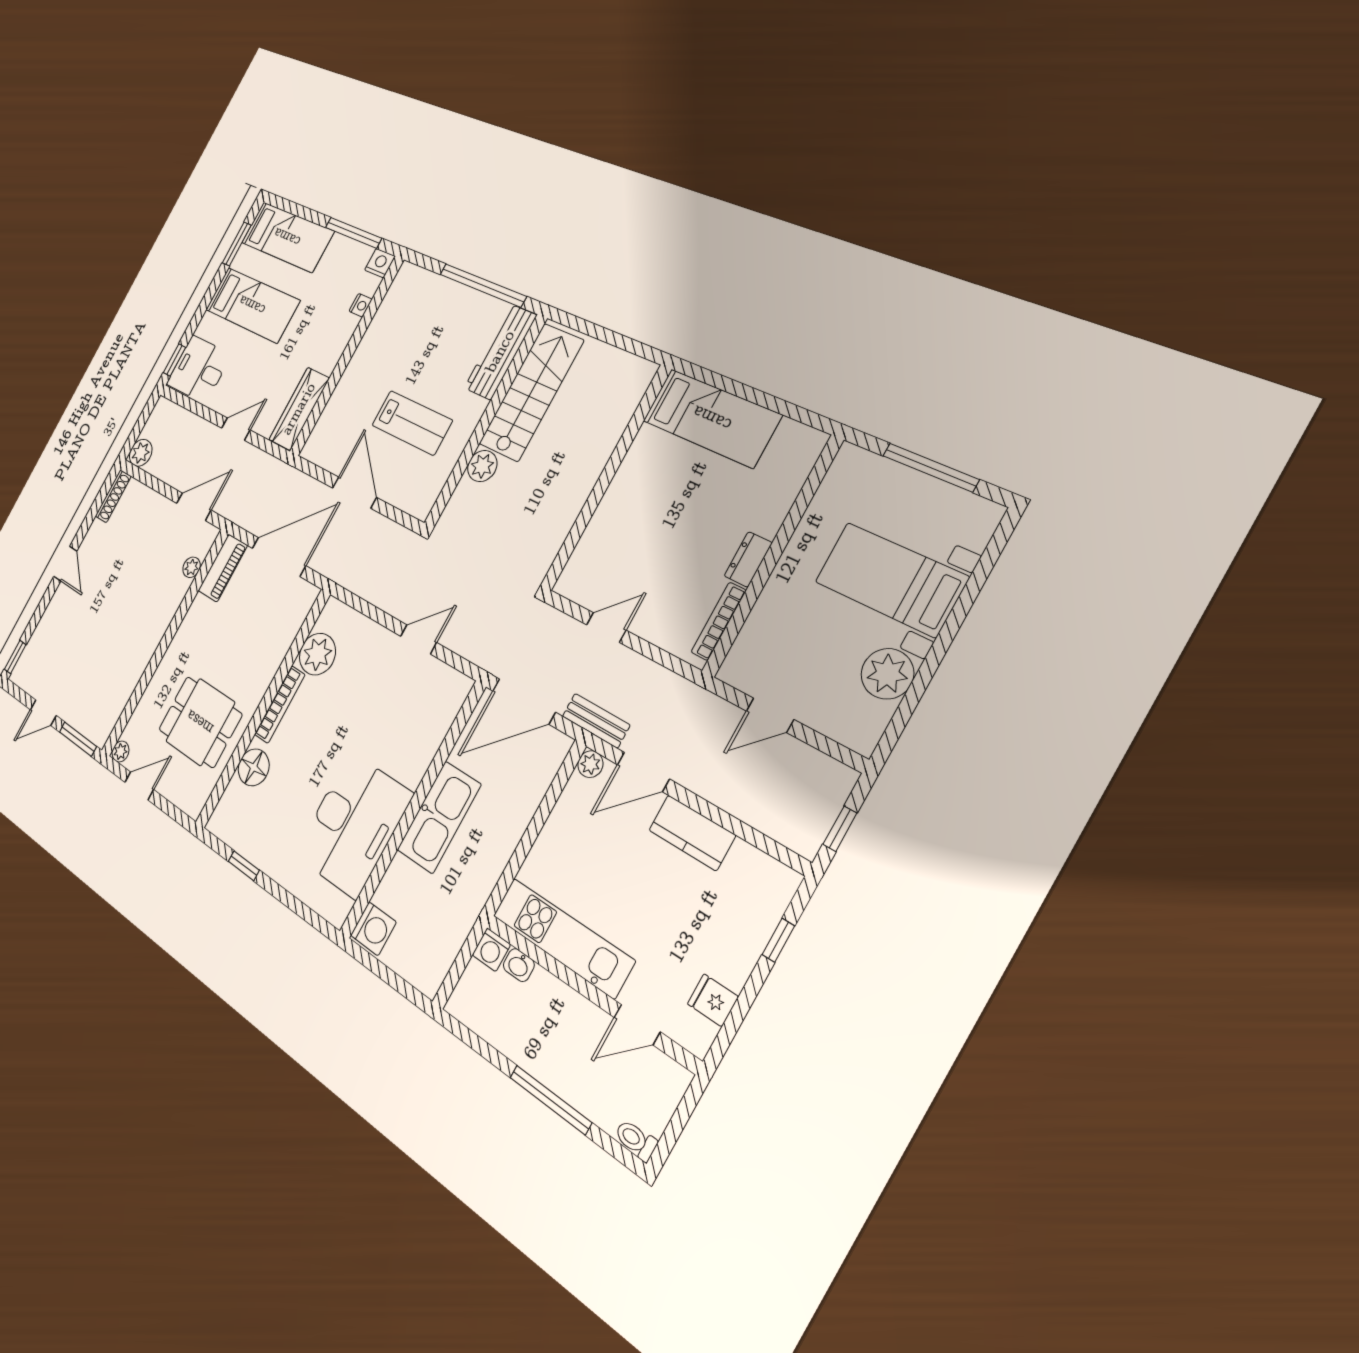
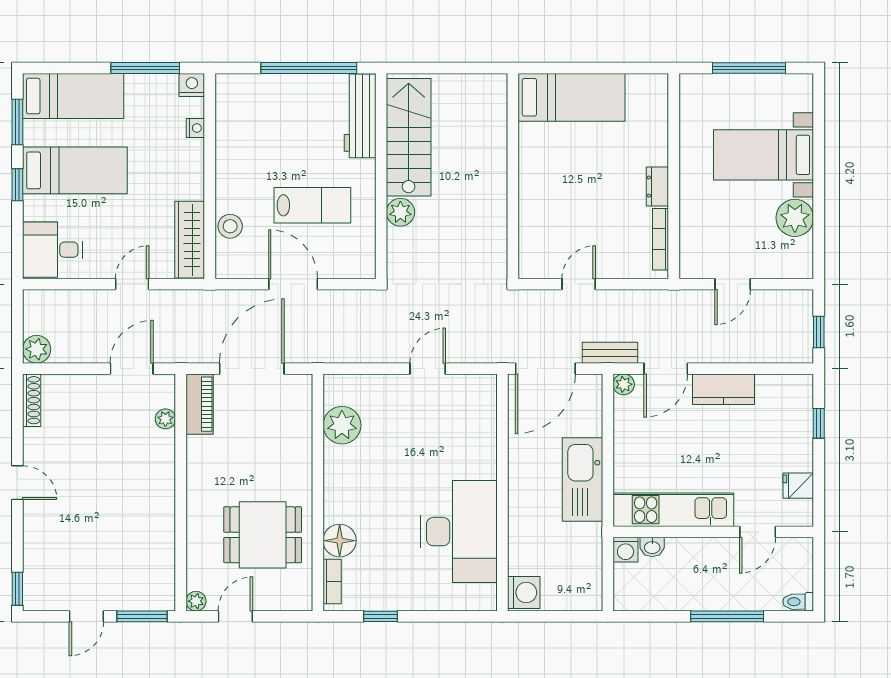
window: (175, 360) -> (17, 185), moved
stool: (336, 411) -> (230, 226), added
bookcase: (280, 705) -> (332, 582), moved, width x0.64
kitchen sink: (439, 817) -> (582, 479), moved, turned 180

